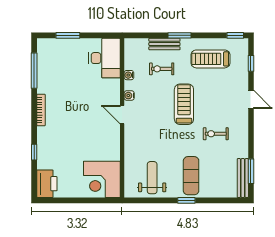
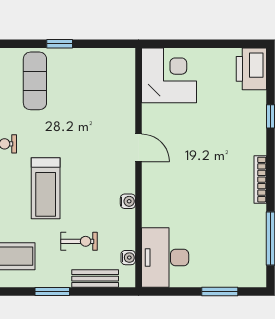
bench: (164, 44) -> (95, 279), moved
water cooler: (129, 75) -> (128, 258), moved
door: (122, 115) -> (138, 148), moved
weight bench: (152, 178) -> (93, 78), removed
window: (186, 200) -> (60, 44), moved

